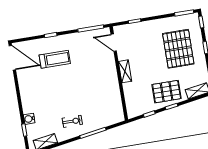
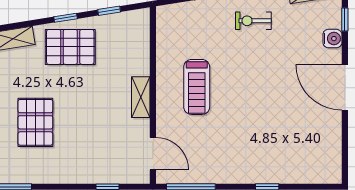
pallet: (178, 49) -> (35, 122), width x0.73, depth x0.71
door: (12, 58) -> (345, 87), moved
treadmill: (55, 59) -> (197, 87), moved, turned -90

